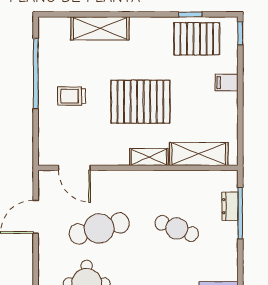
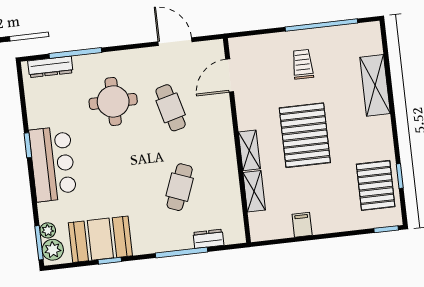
filing cabinet: (227, 83) -> (302, 225), moved
shelving: (199, 154) -> (254, 191), width x0.67, depth x0.75
window: (240, 213) -> (182, 253), moved
cafe table: (99, 228) -> (171, 108), width x0.73, depth x0.74

